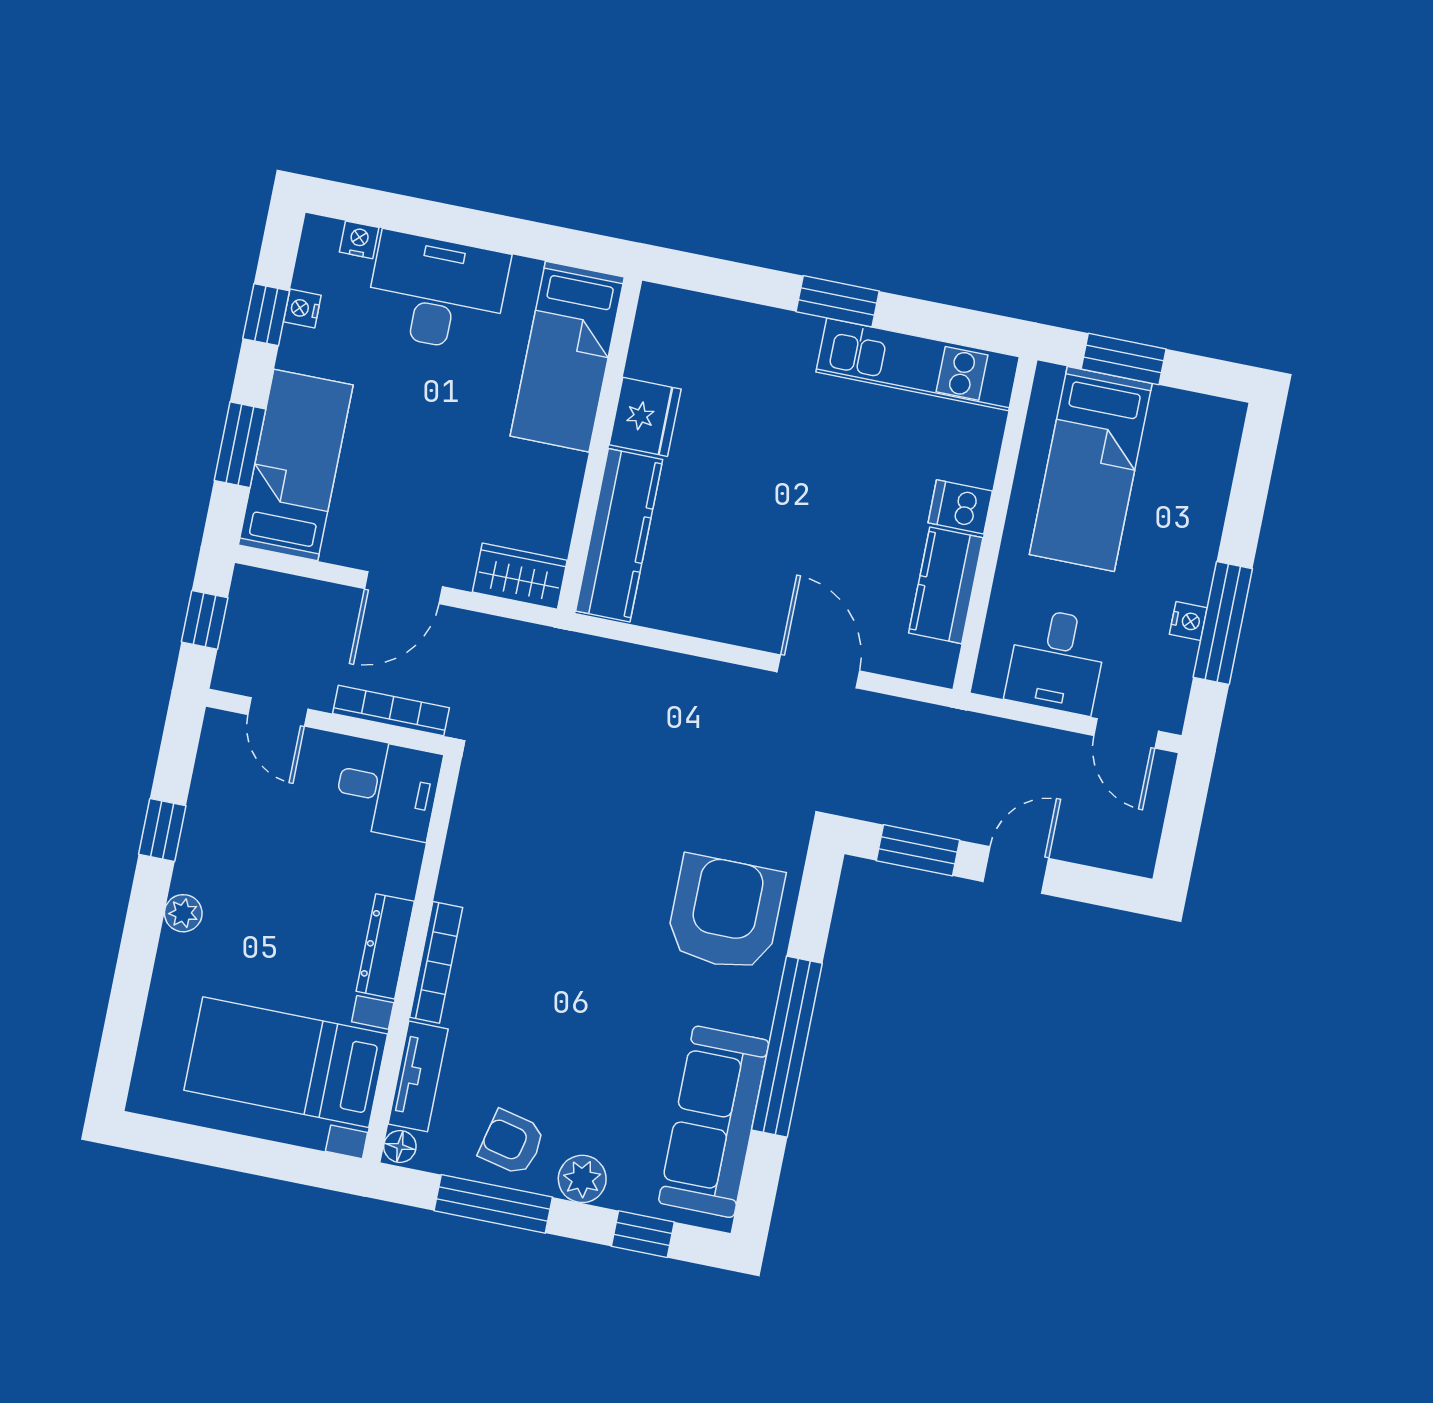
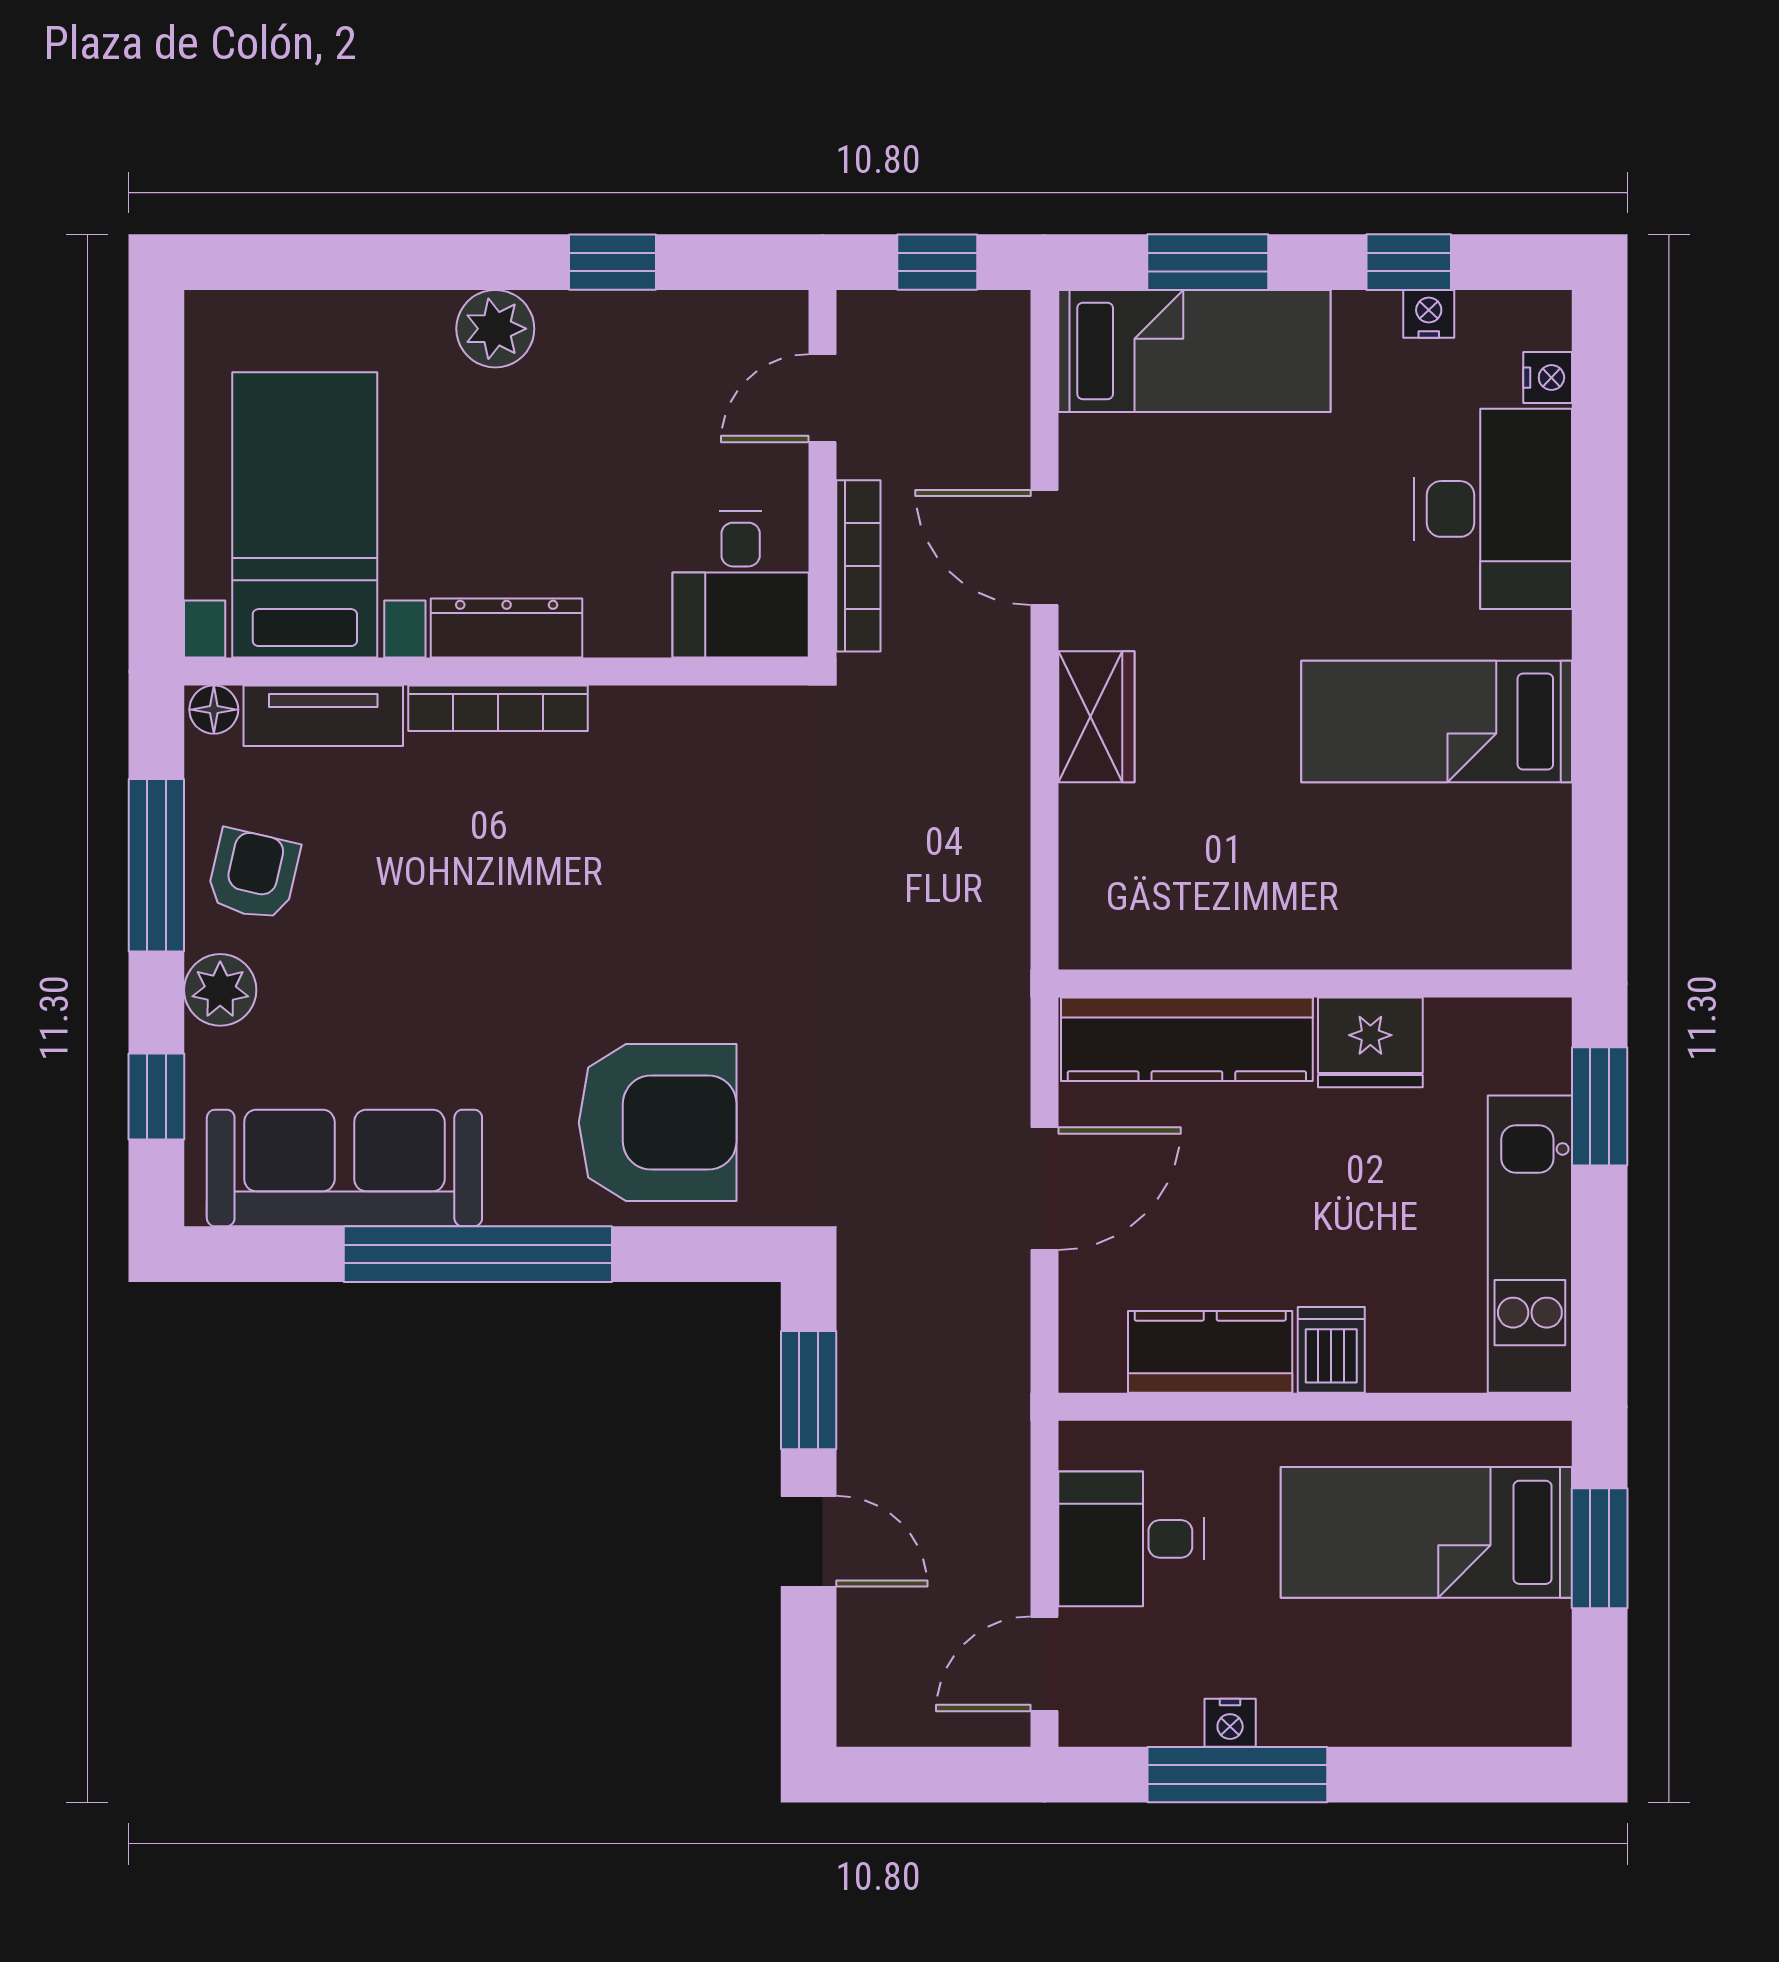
fridge: (645, 417) -> (1370, 1042), moved
wall: (600, 445) -> (1315, 984), moved
kitchen counter: (619, 535) -> (1187, 1039), moved
plant: (183, 913) -> (495, 329), width x1.38, depth x1.38

